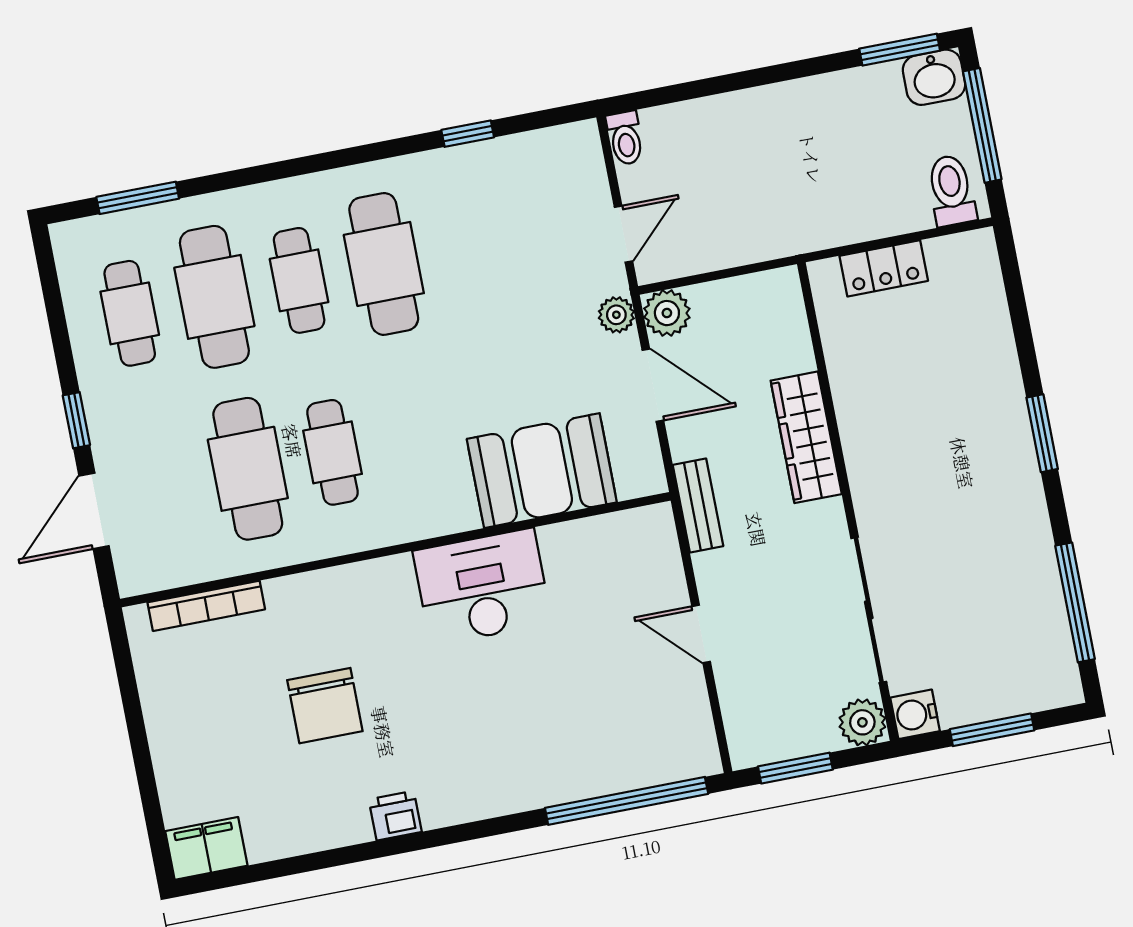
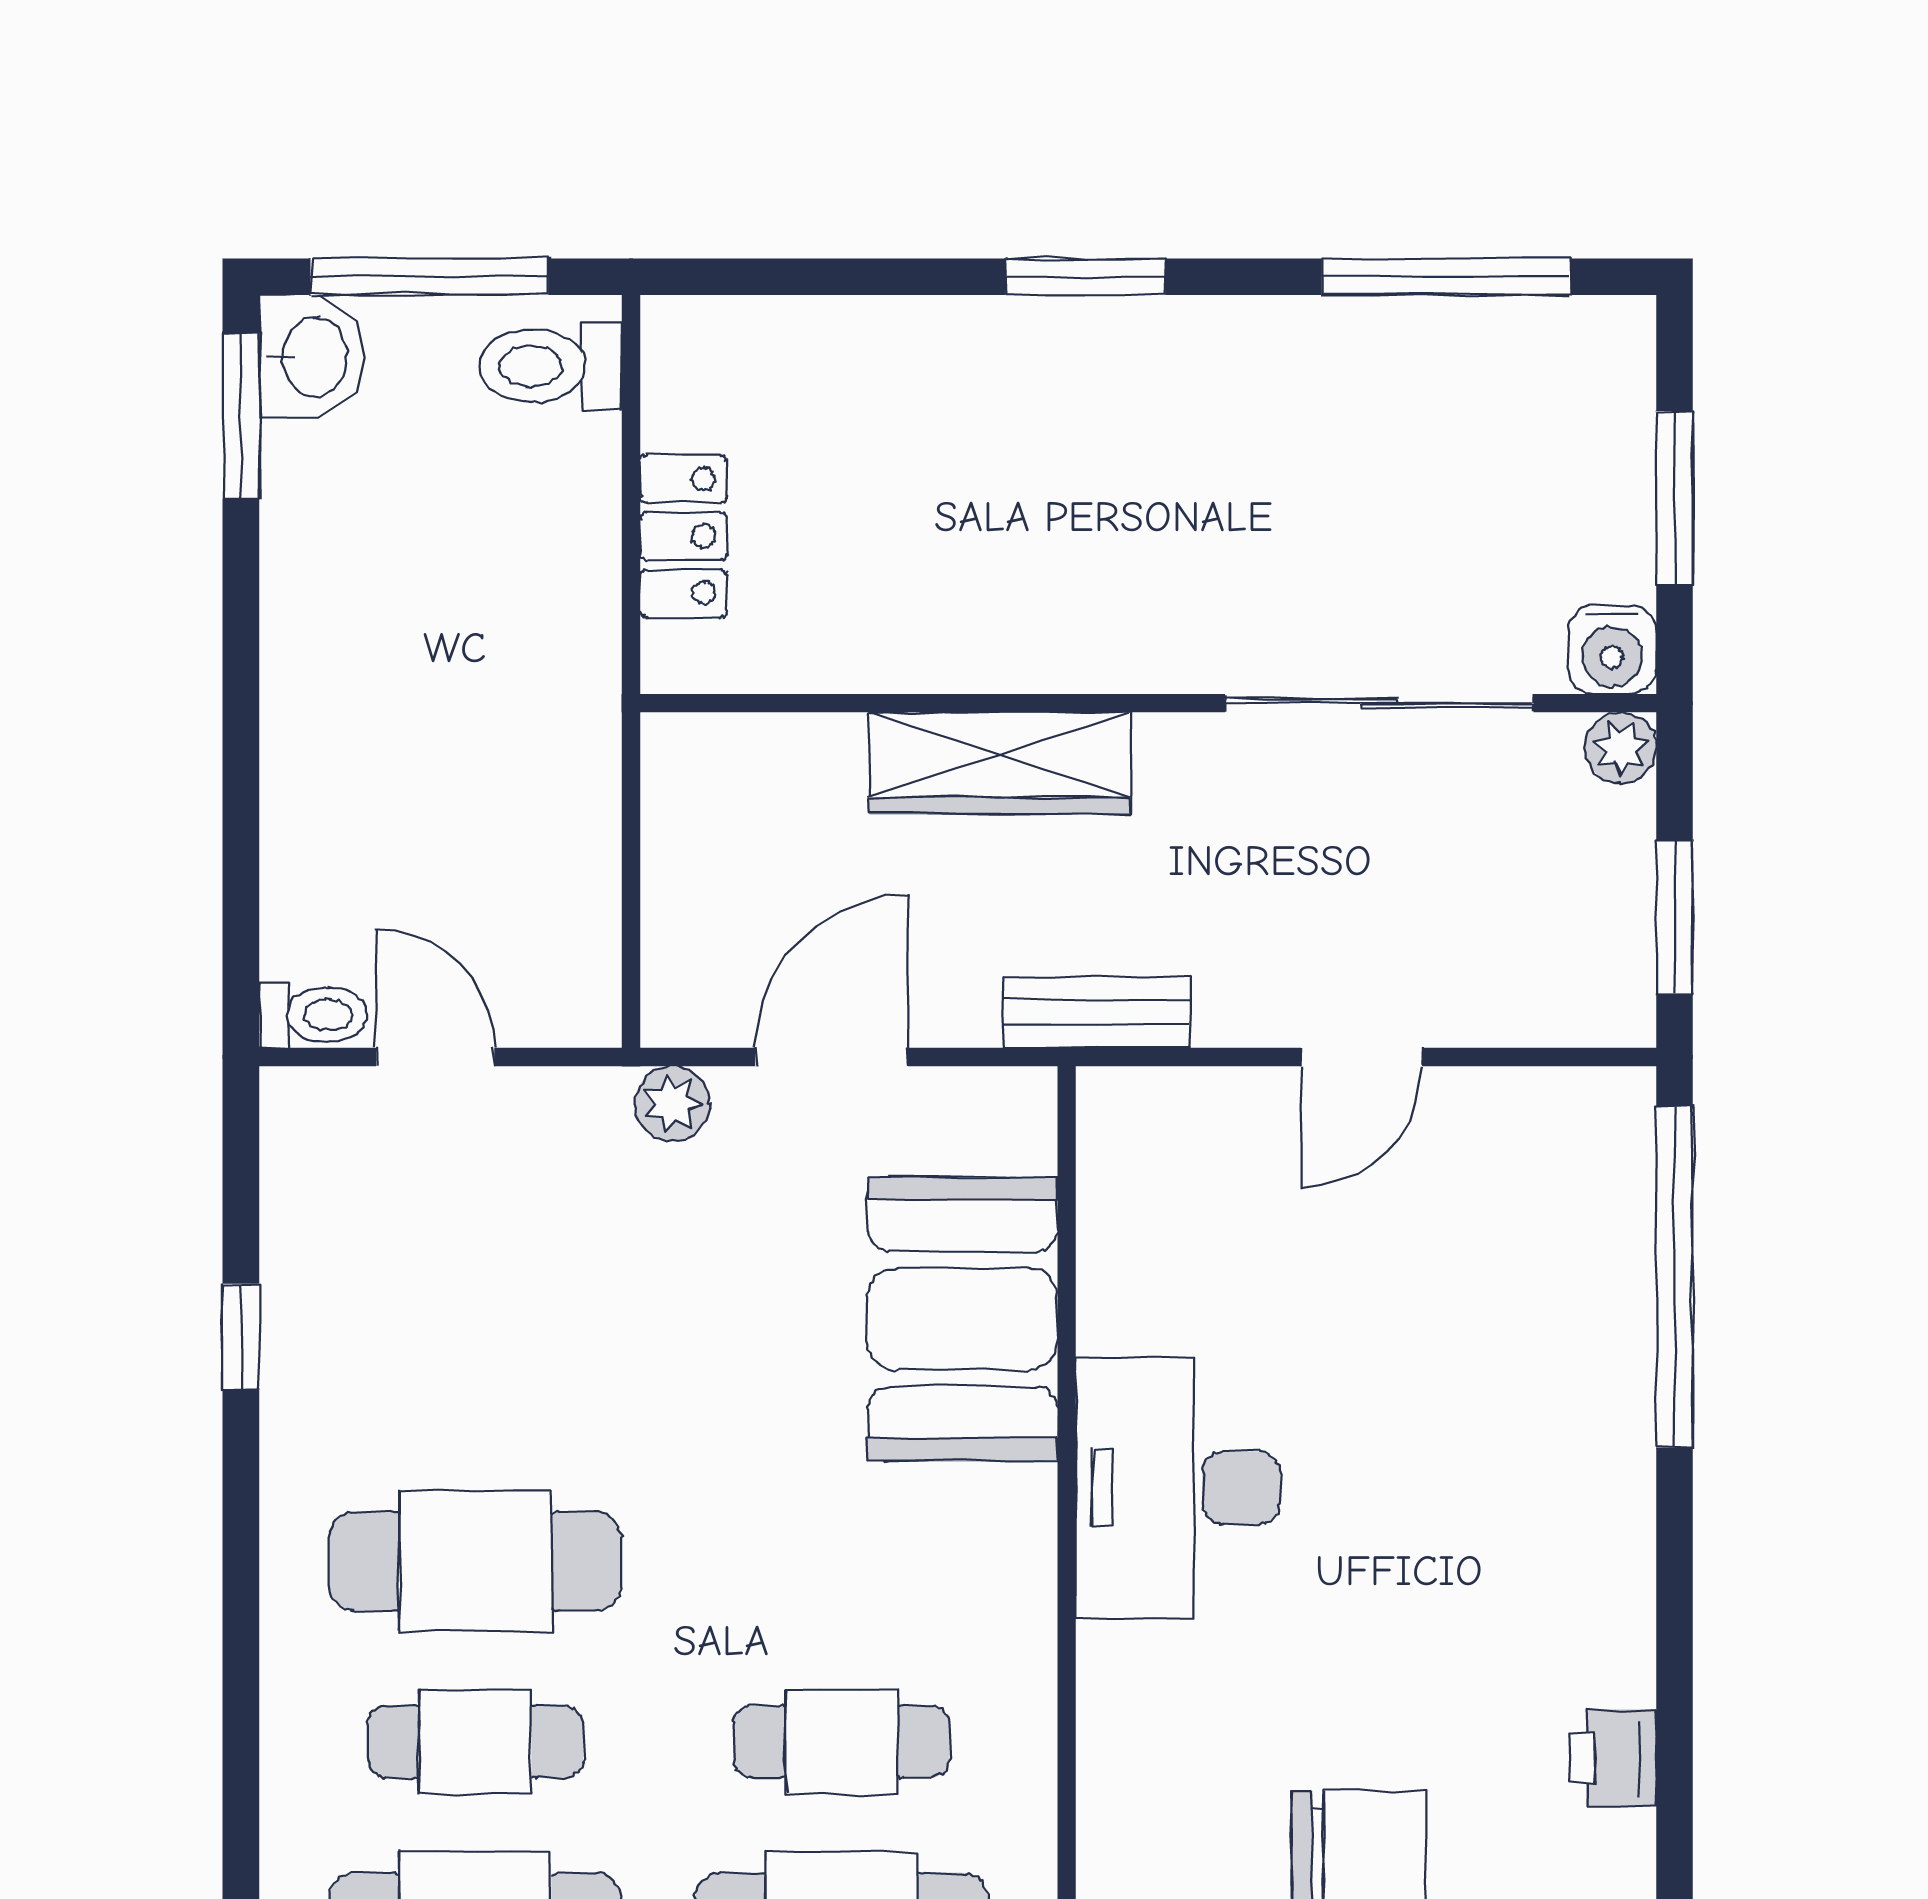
door: (623, 234) -> (435, 1057), moved
plant: (667, 313) -> (689, 999), removed
plant: (862, 722) -> (1621, 748), width x0.73, depth x0.73

